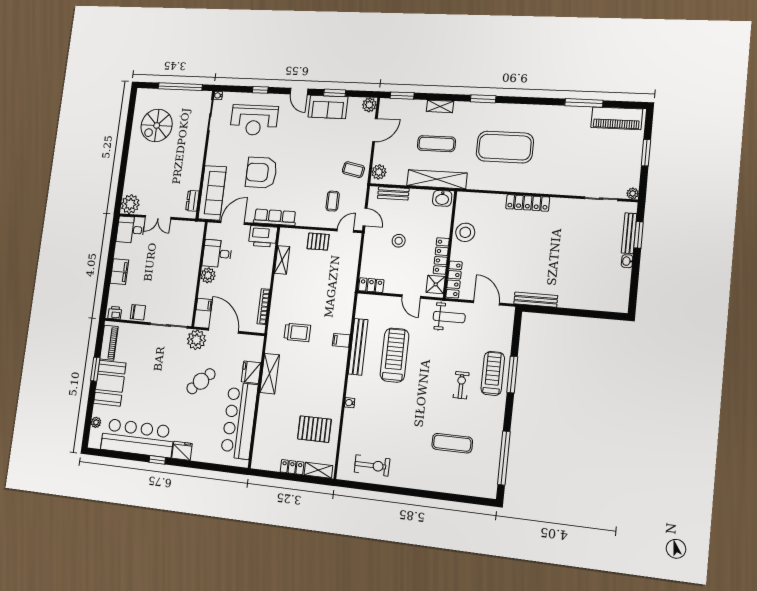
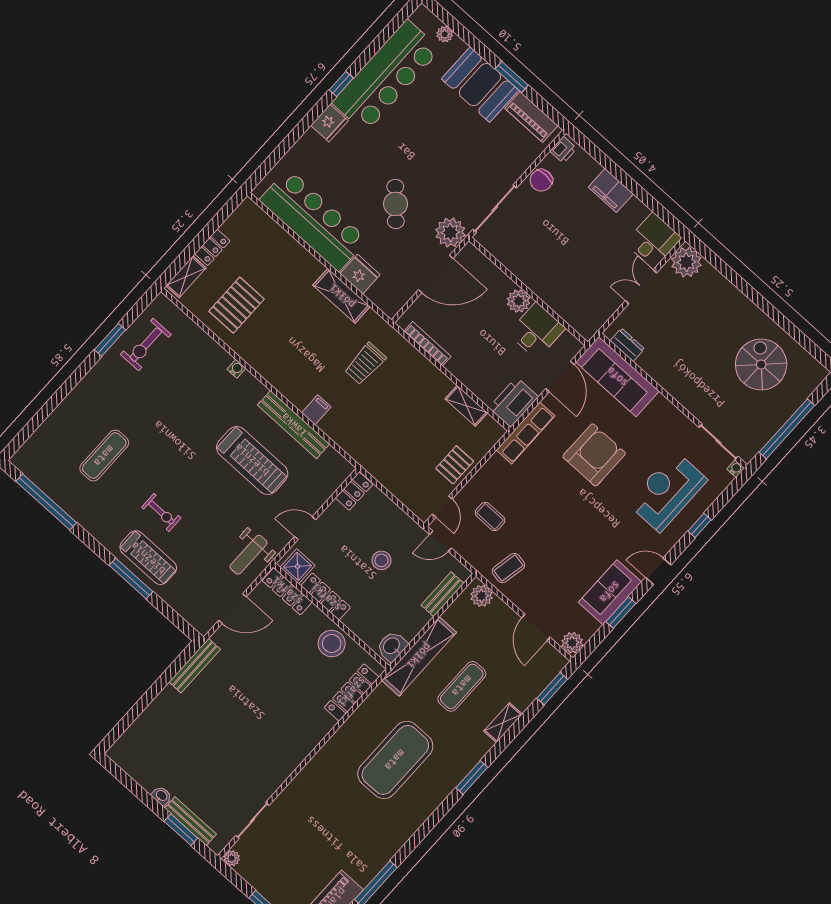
locker: (528, 203) -> (352, 692), moved
filing cabinet: (204, 305) -> (486, 272), removed
window: (384, 489) -> (110, 340), added

